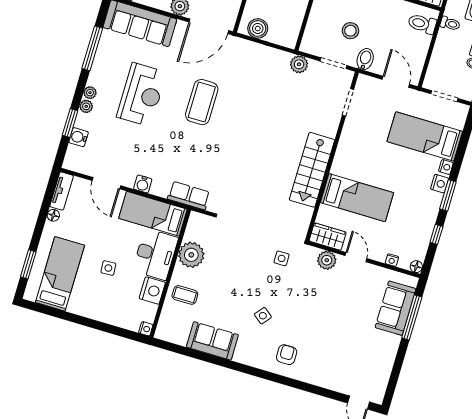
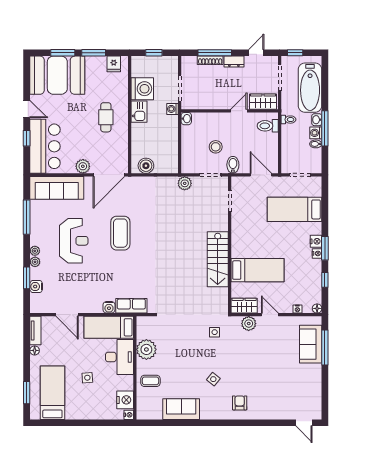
nightstand: (446, 167) -> (317, 253), moved
water cooler: (143, 184) -> (109, 307), moved
nightstand: (152, 291) -> (125, 400), moved

